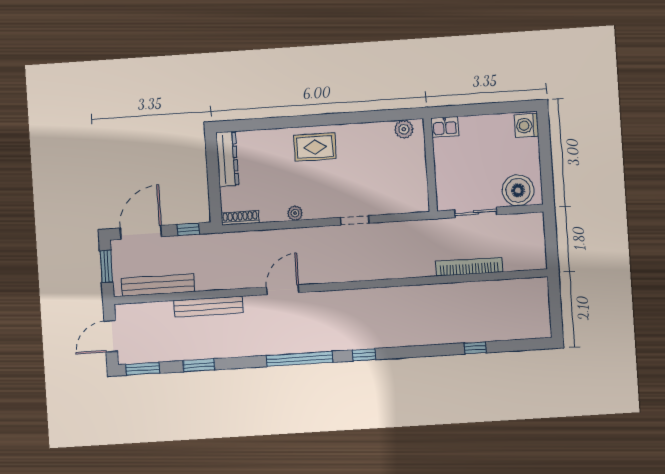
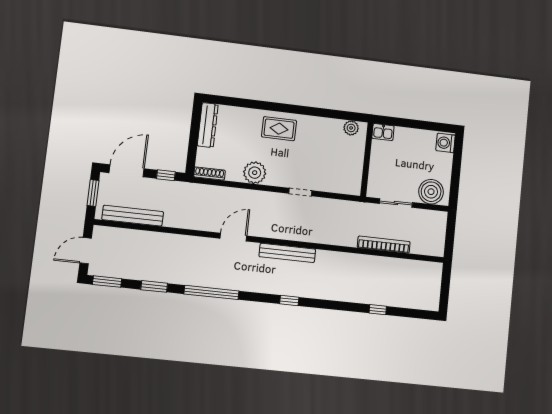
plant: (295, 213) -> (255, 173), width x1.88, depth x1.88
bench: (208, 307) -> (287, 253), moved
window: (299, 359) -> (212, 292), moved

